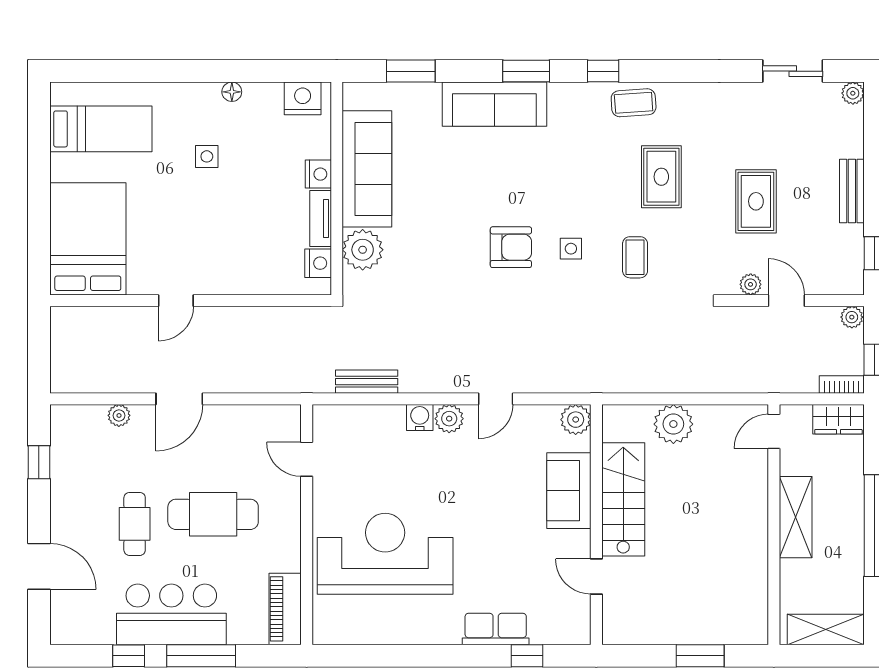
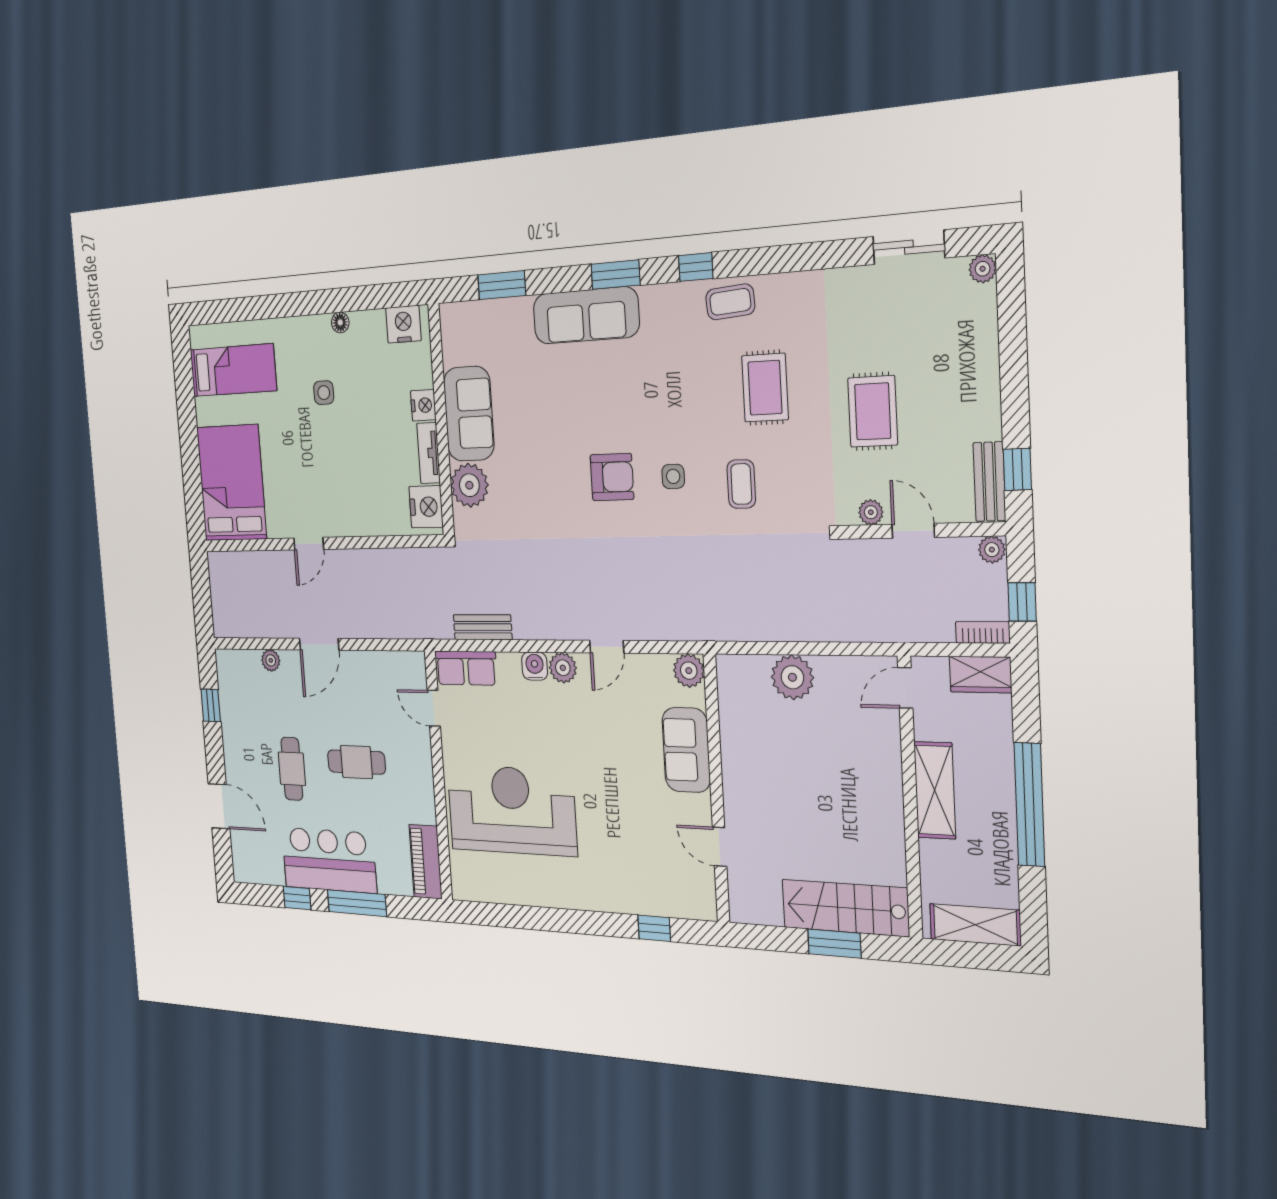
sofa: (367, 169) -> (469, 414), width x0.73
bench: (852, 191) -> (989, 482), moved
nightstand: (318, 263) -> (426, 507), width x1.36, depth x1.33
stairs: (623, 499) -> (845, 908), moved, turned -90
cafe table: (213, 514) -> (356, 762), width x0.73, depth x0.74
row of seats: (496, 629) -> (466, 668), moved, turned 180

